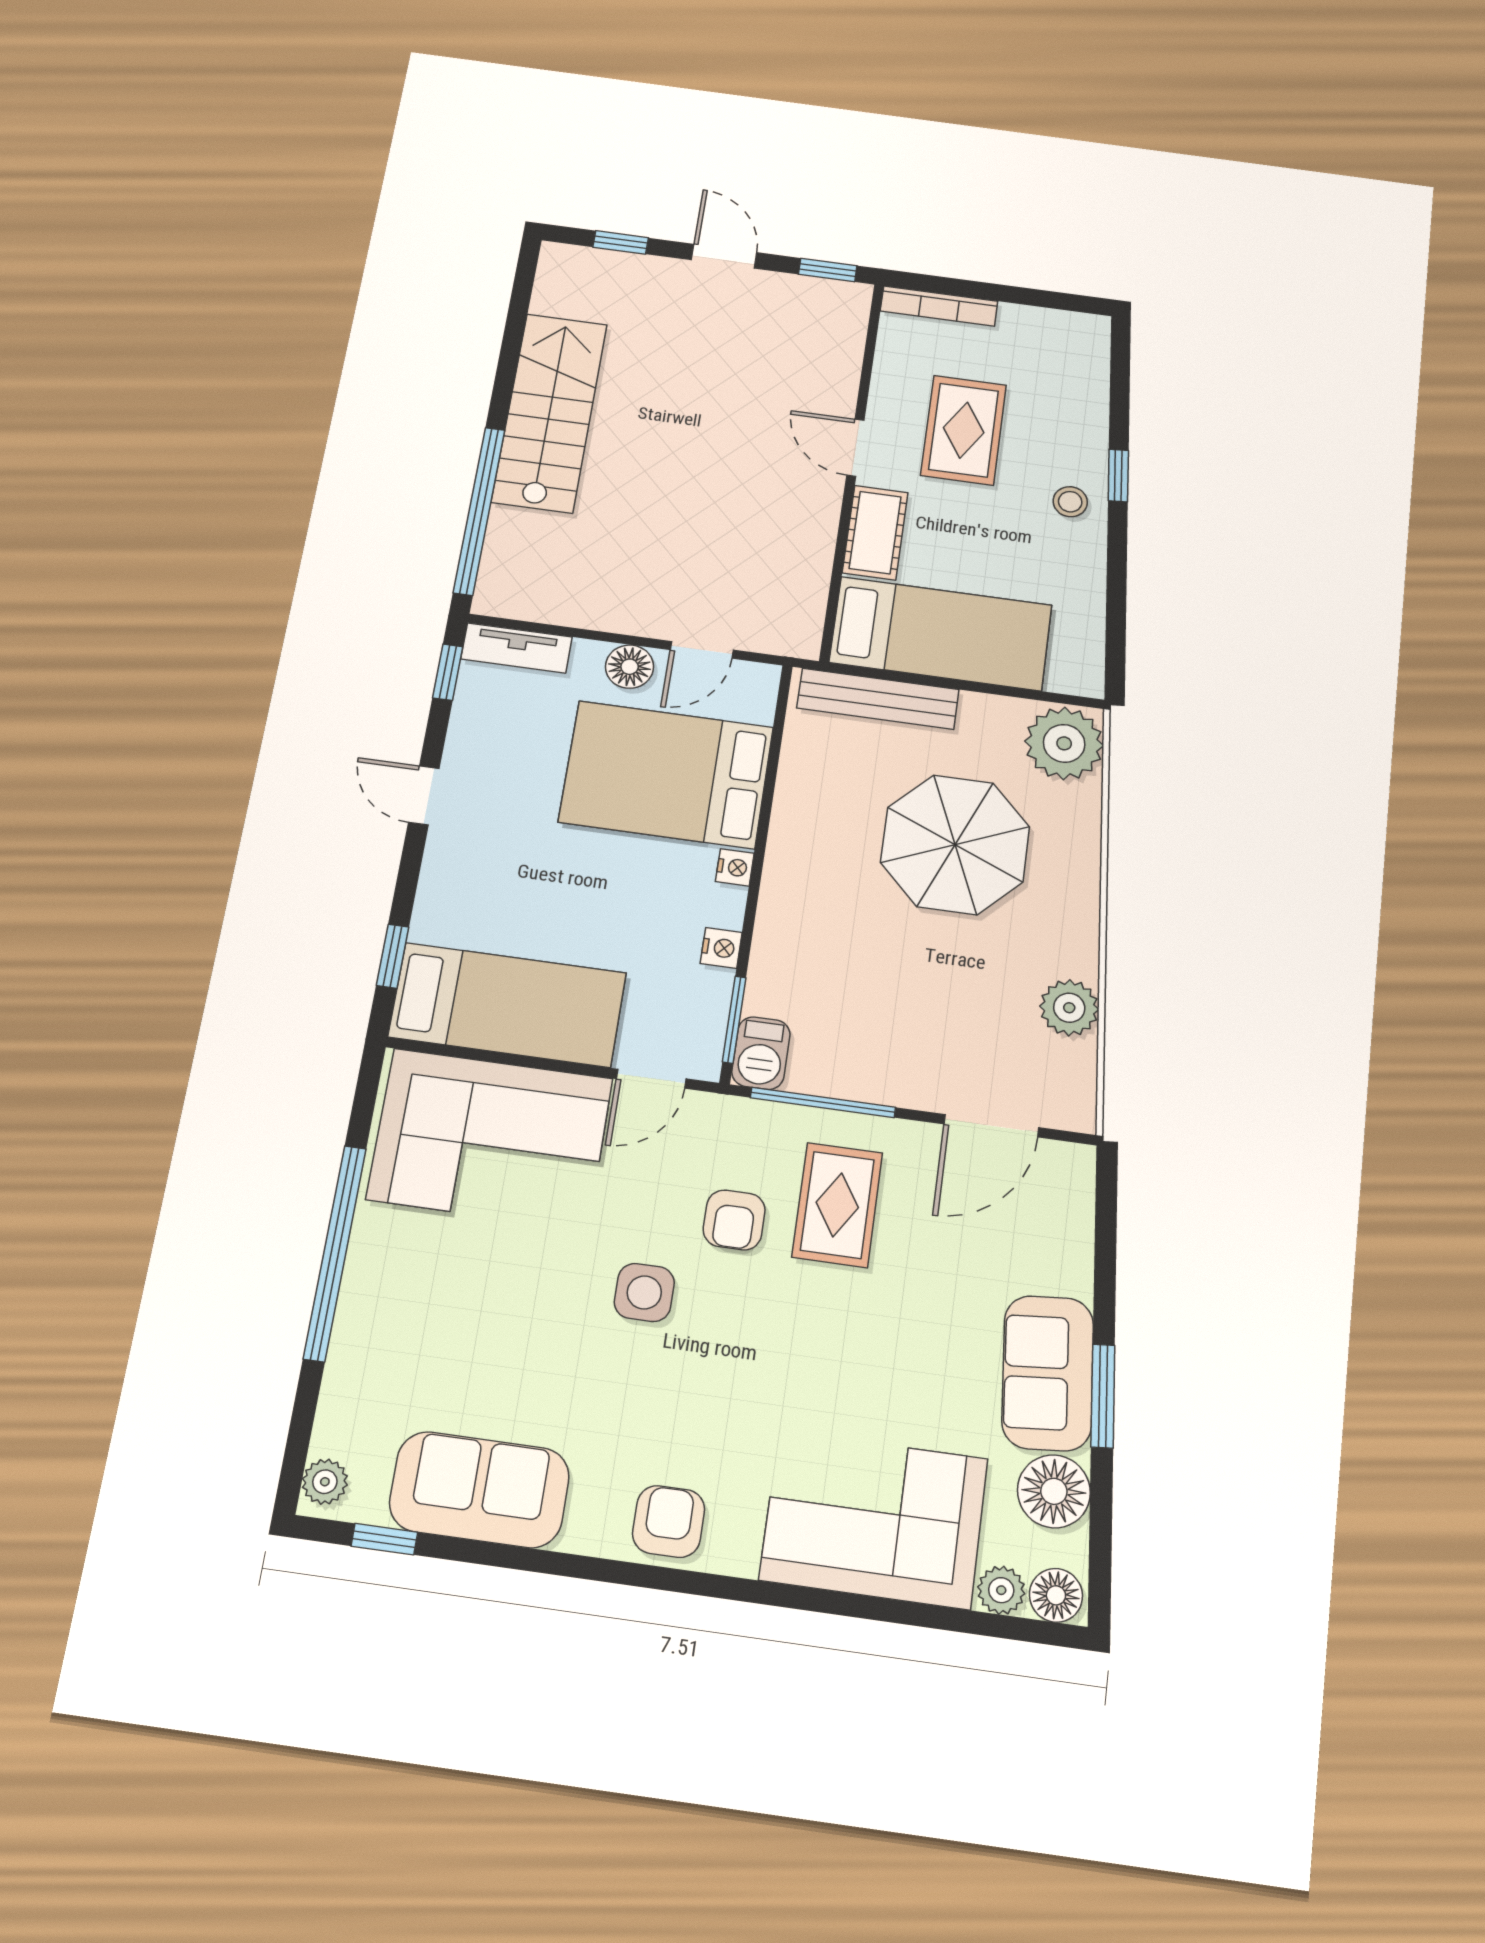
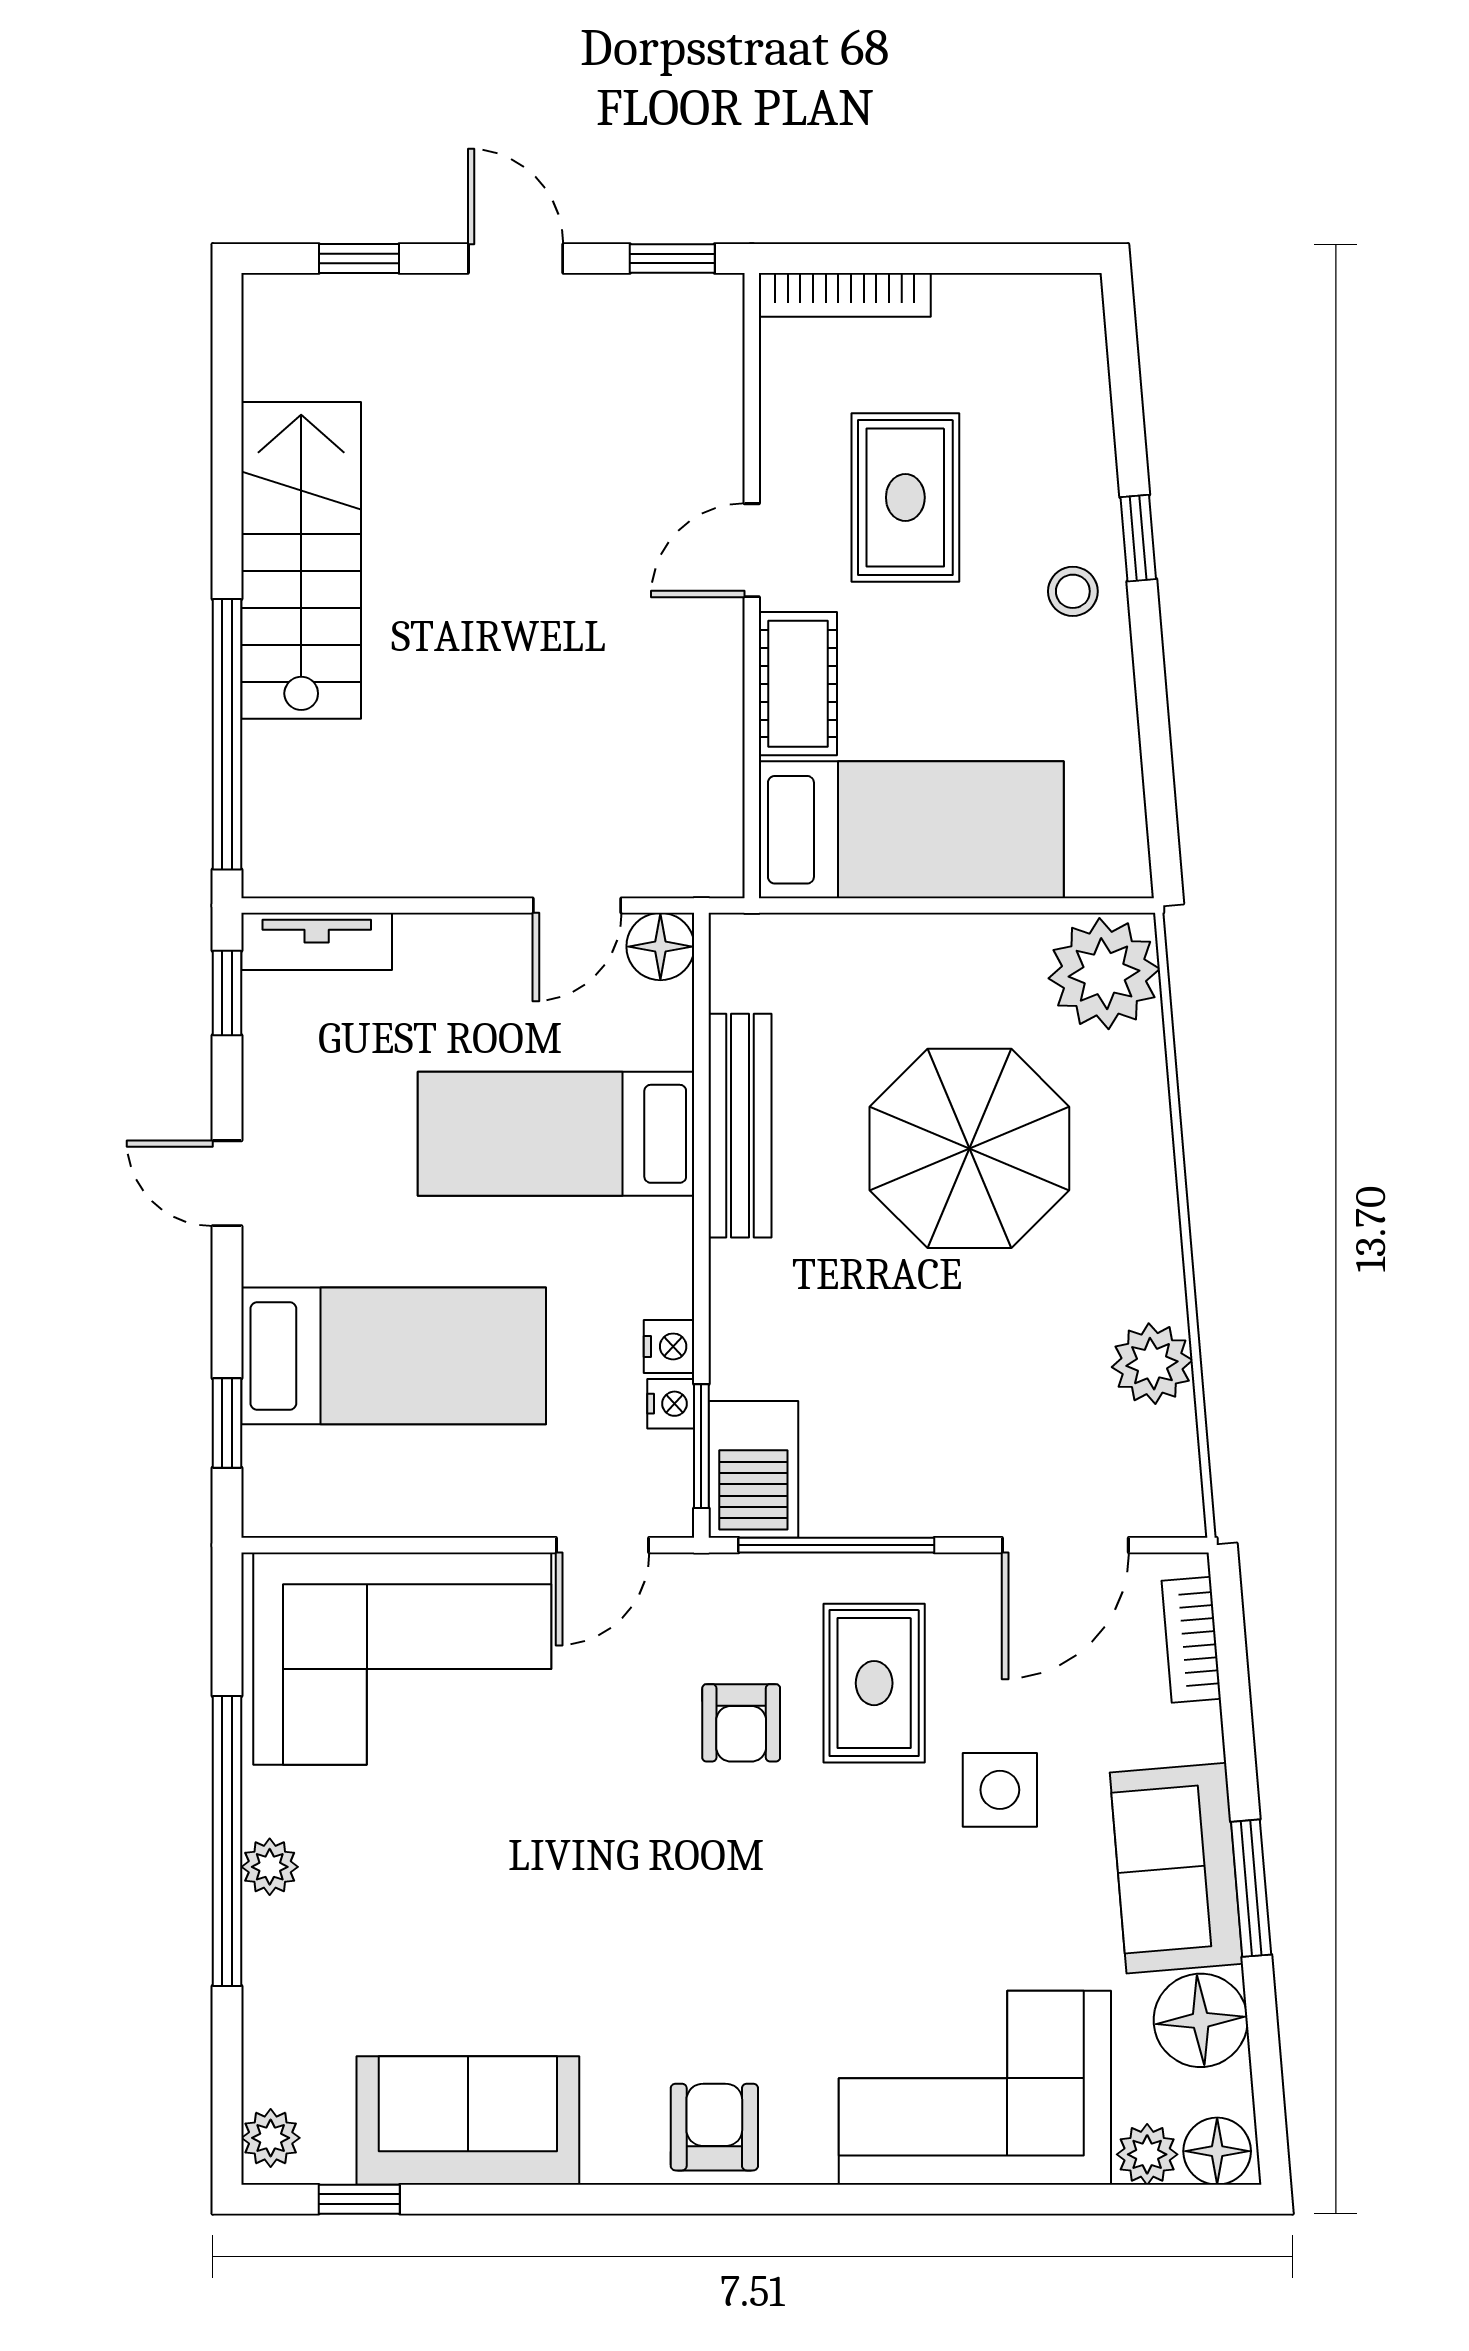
door: (855, 448) -> (752, 550), hinge flipped
floor lamp: (630, 667) -> (660, 947), moved
bench: (878, 699) -> (740, 1126), moved, turned 90
bed: (666, 774) -> (556, 1134), width x0.67
nightstand: (735, 867) -> (671, 1404), moved
bed: (508, 1005) -> (394, 1356), moved
barbecue: (761, 1053) -> (753, 1469), width x1.38, depth x1.27
bookcase: (1077, 1206) -> (1191, 1640), added
plant: (363, 1276) -> (270, 1867), added
side table: (644, 1292) -> (1000, 1790), moved

